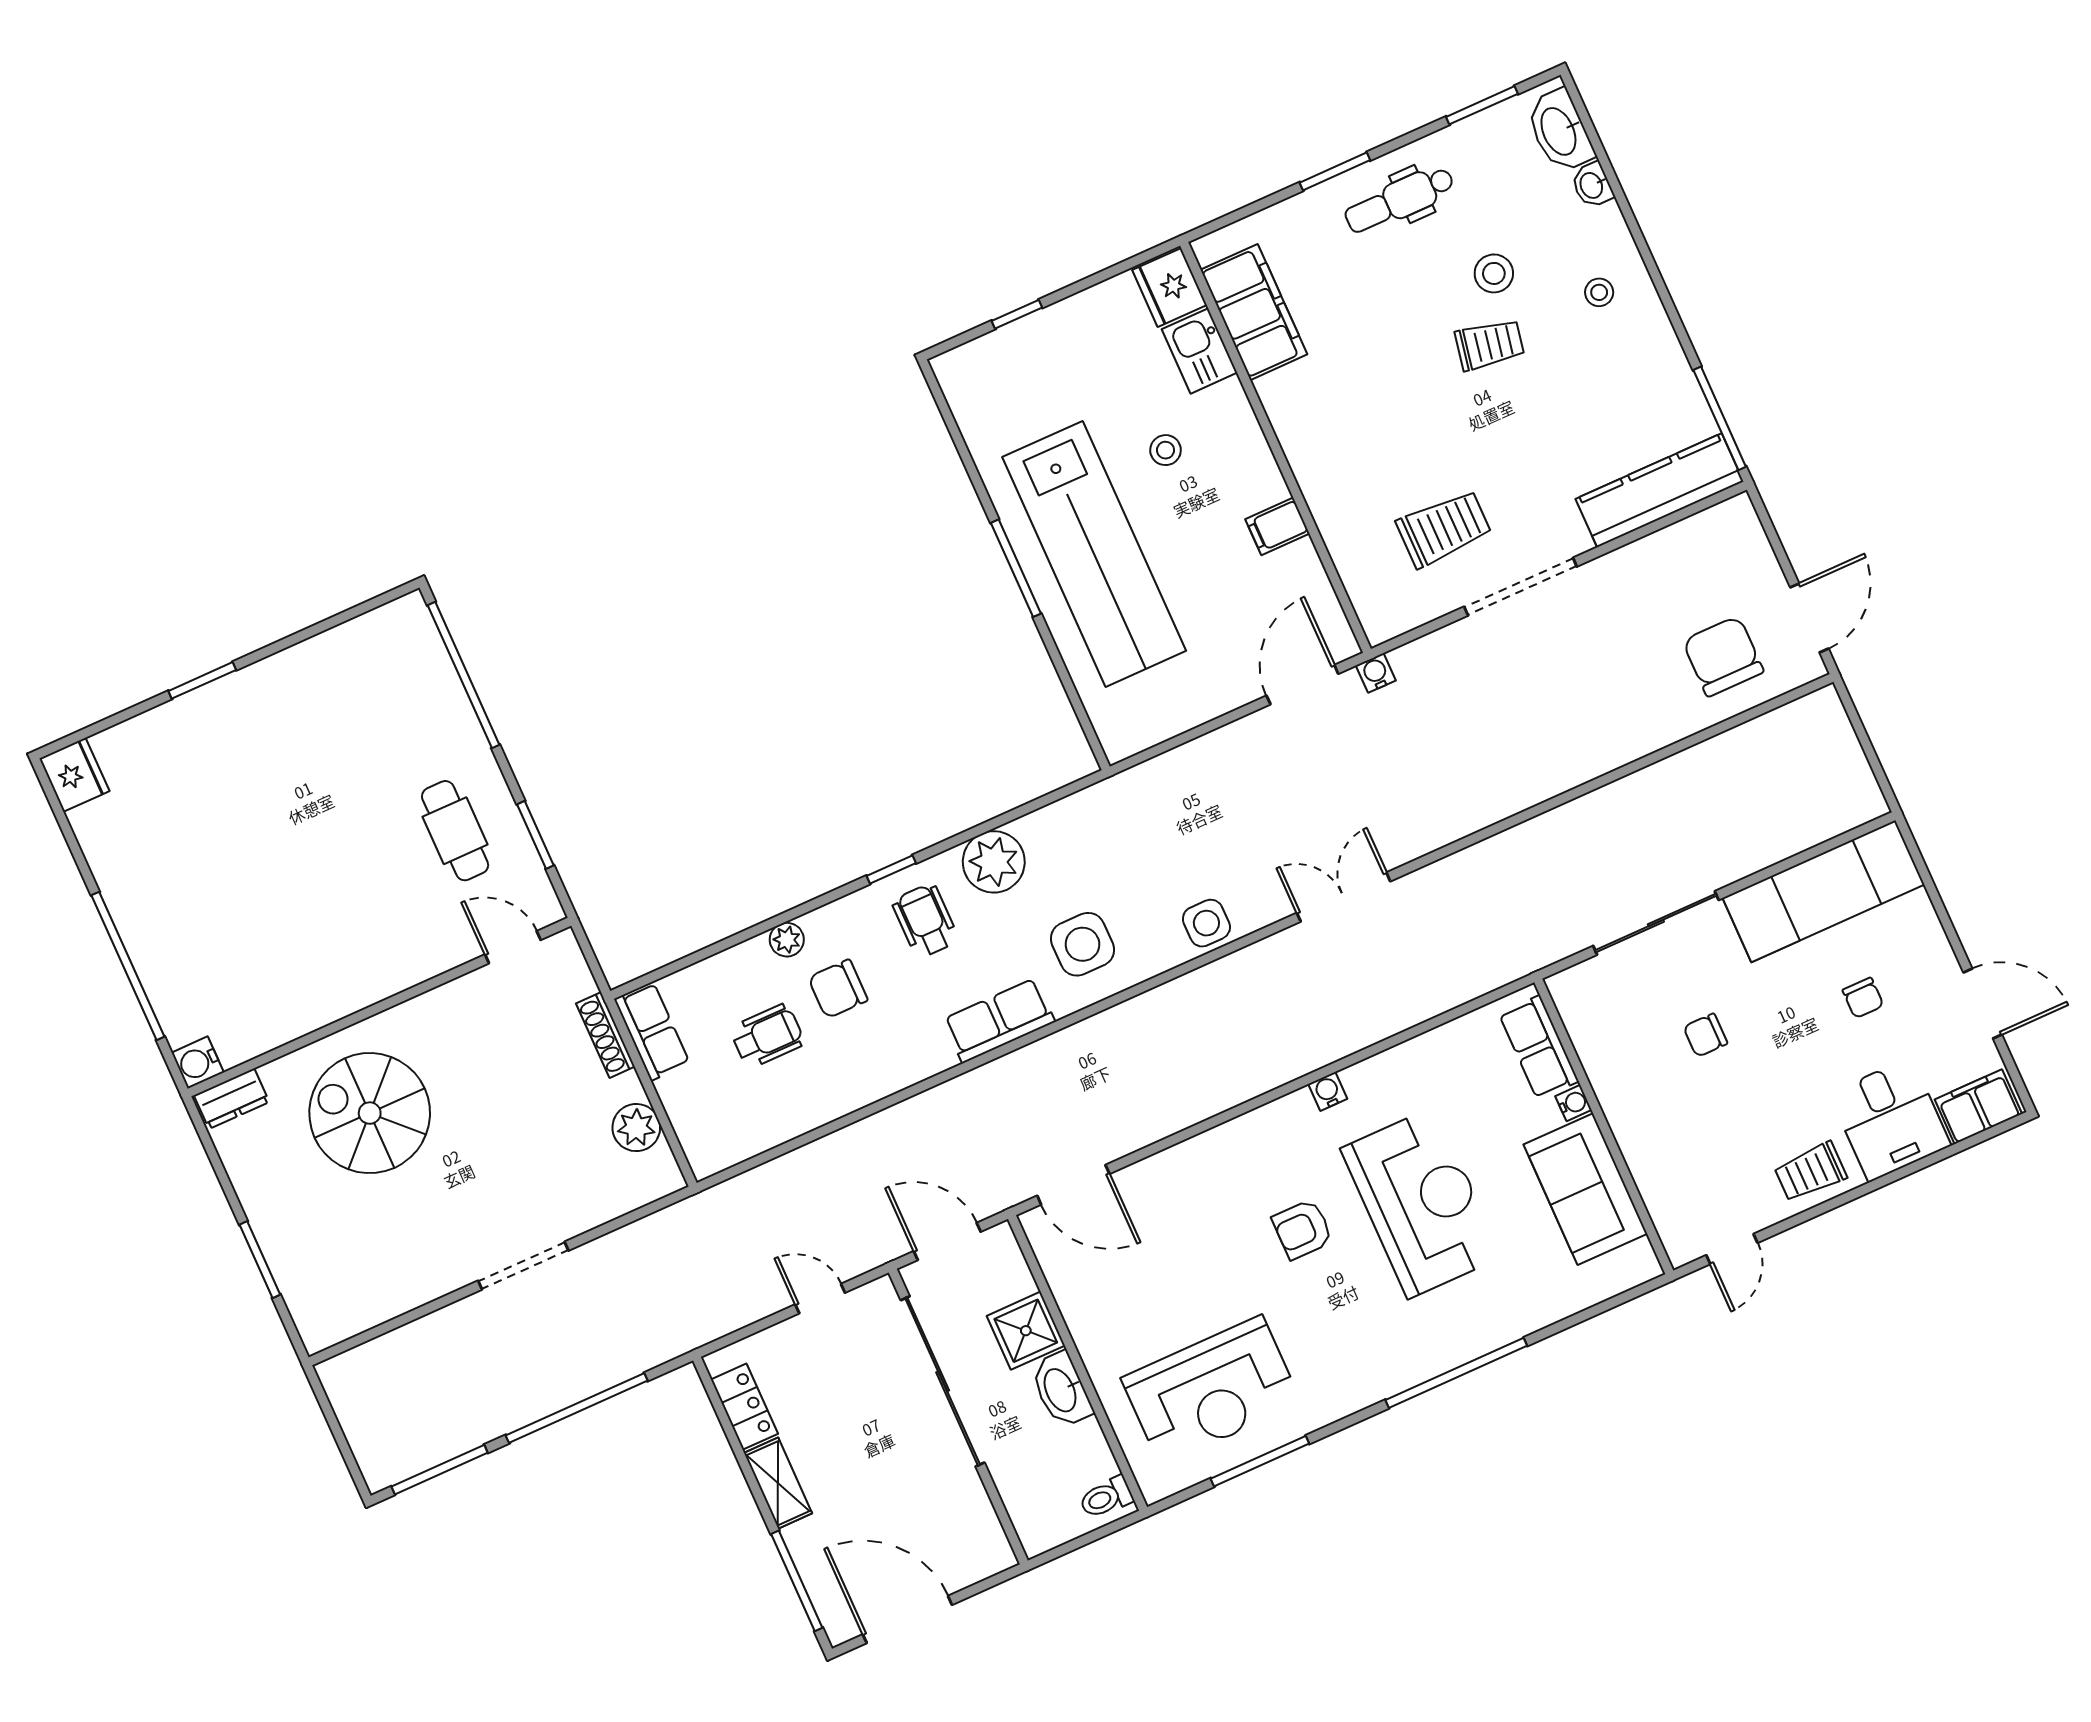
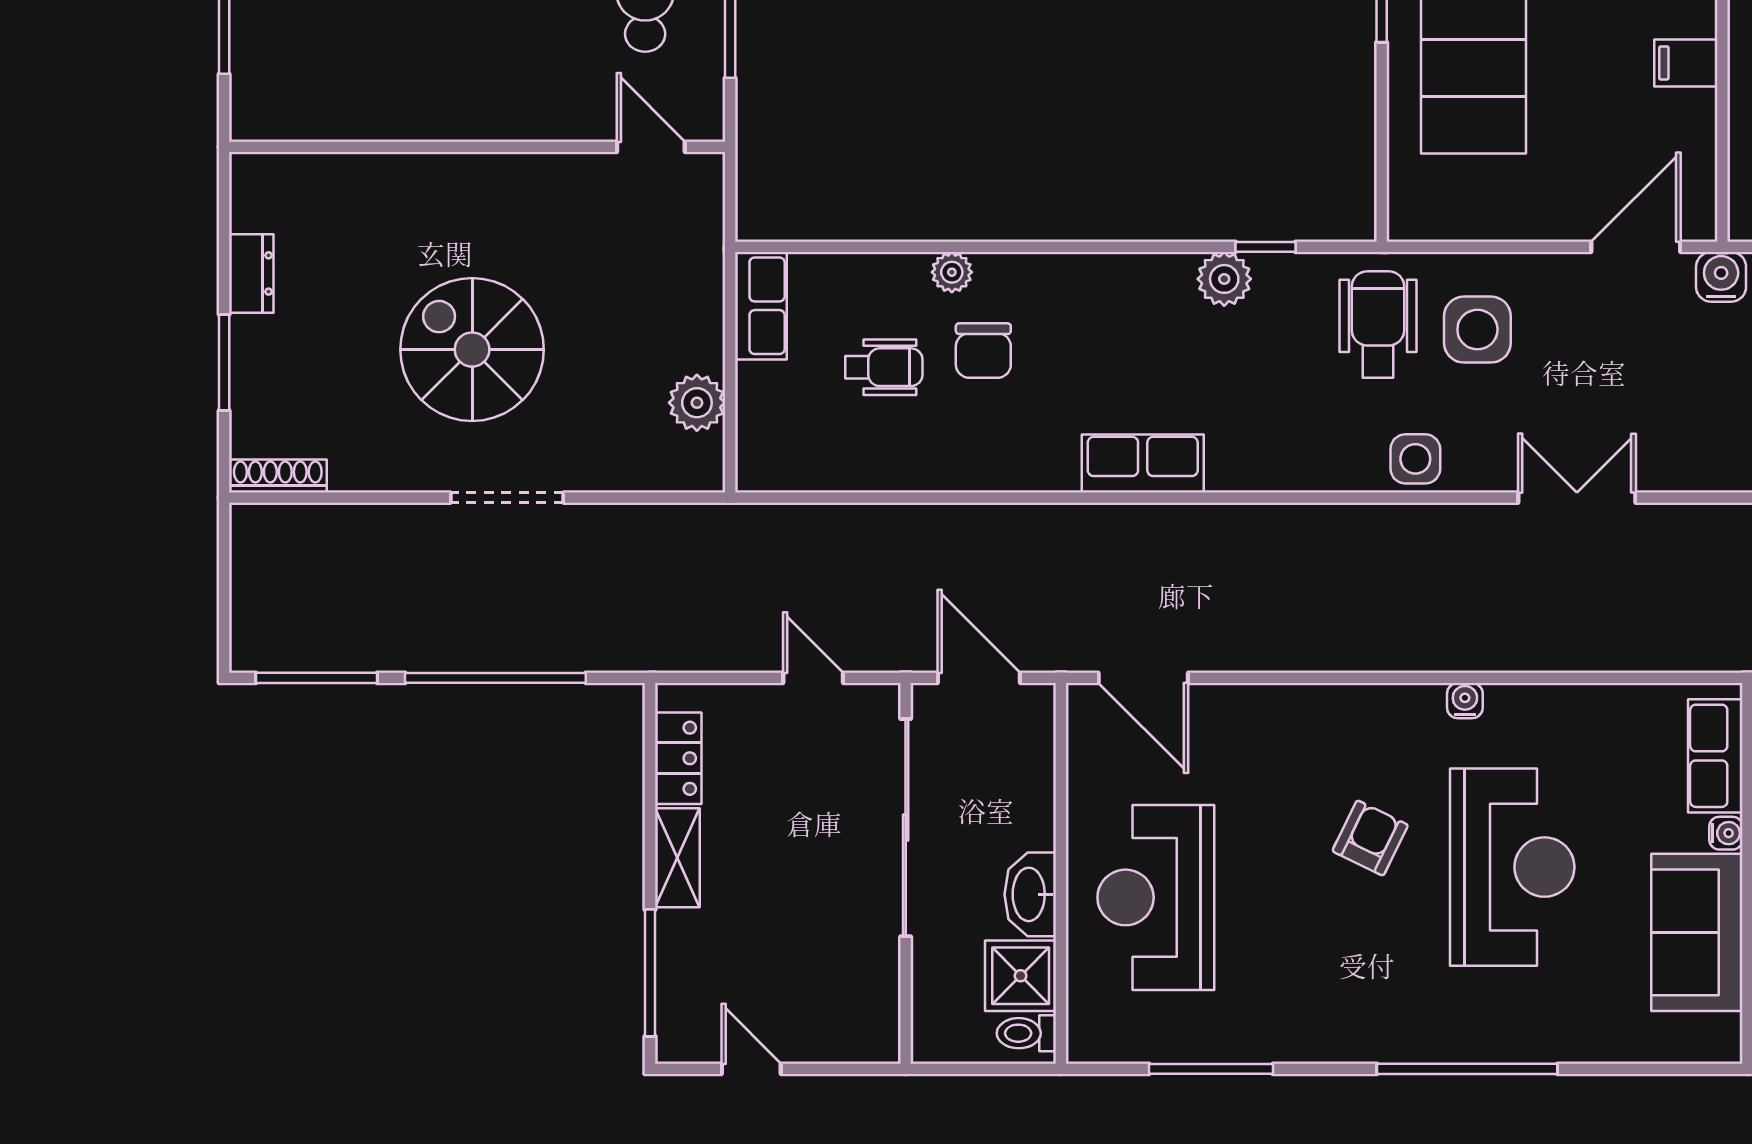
water cooler: (1376, 673) -> (1721, 277), width x1.38, depth x1.38
plant: (994, 862) -> (1224, 279), width x0.73, depth x0.73
window: (891, 869) -> (1265, 247), moved
wheelchair: (925, 921) -> (1378, 324), moved, width x1.36, depth x1.37
side table: (1082, 944) -> (1477, 330), moved
chair: (838, 989) -> (983, 351), turned -90
shoe rack: (605, 1035) -> (278, 476), moved, turned 90
water cooler: (198, 1062) -> (253, 118), removed
dresser: (232, 1099) -> (251, 273), moved, turned -90
spiral stairs: (370, 1113) -> (472, 350), moved
armchair: (1302, 1229) -> (1370, 838), turned 116
shower: (1026, 1331) -> (1021, 976), moved
reception desk: (1211, 1391) -> (1156, 897), moved, turned 90
door: (907, 1620) -> (751, 1069), width x0.53

